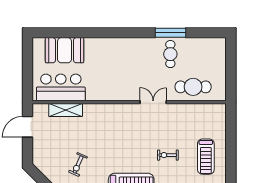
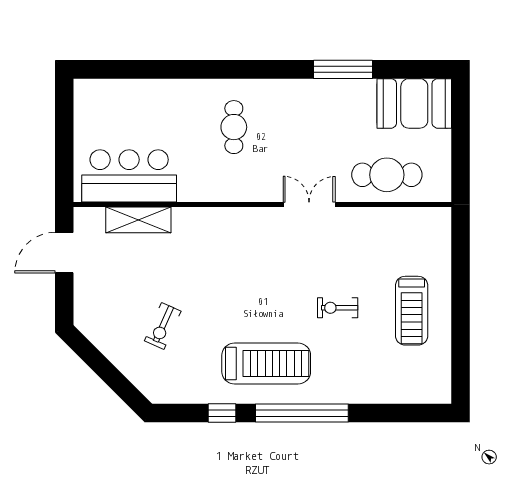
booth: (65, 50) -> (414, 103), moved
cafe table: (170, 54) -> (234, 127), moved

